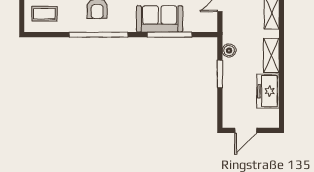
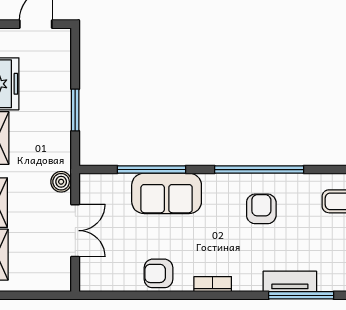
boiler: (229, 51) -> (61, 182), moved

